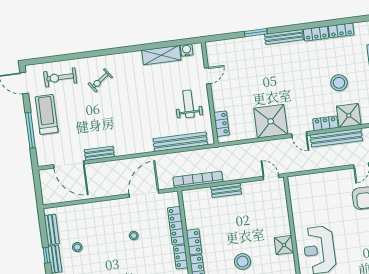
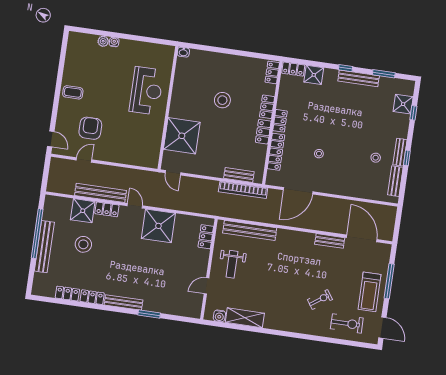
exercise bike: (100, 80) -> (320, 300), moved
bench: (226, 190) -> (239, 175), moved
shower: (284, 245) -> (182, 136), moved, width x1.86, depth x1.86

